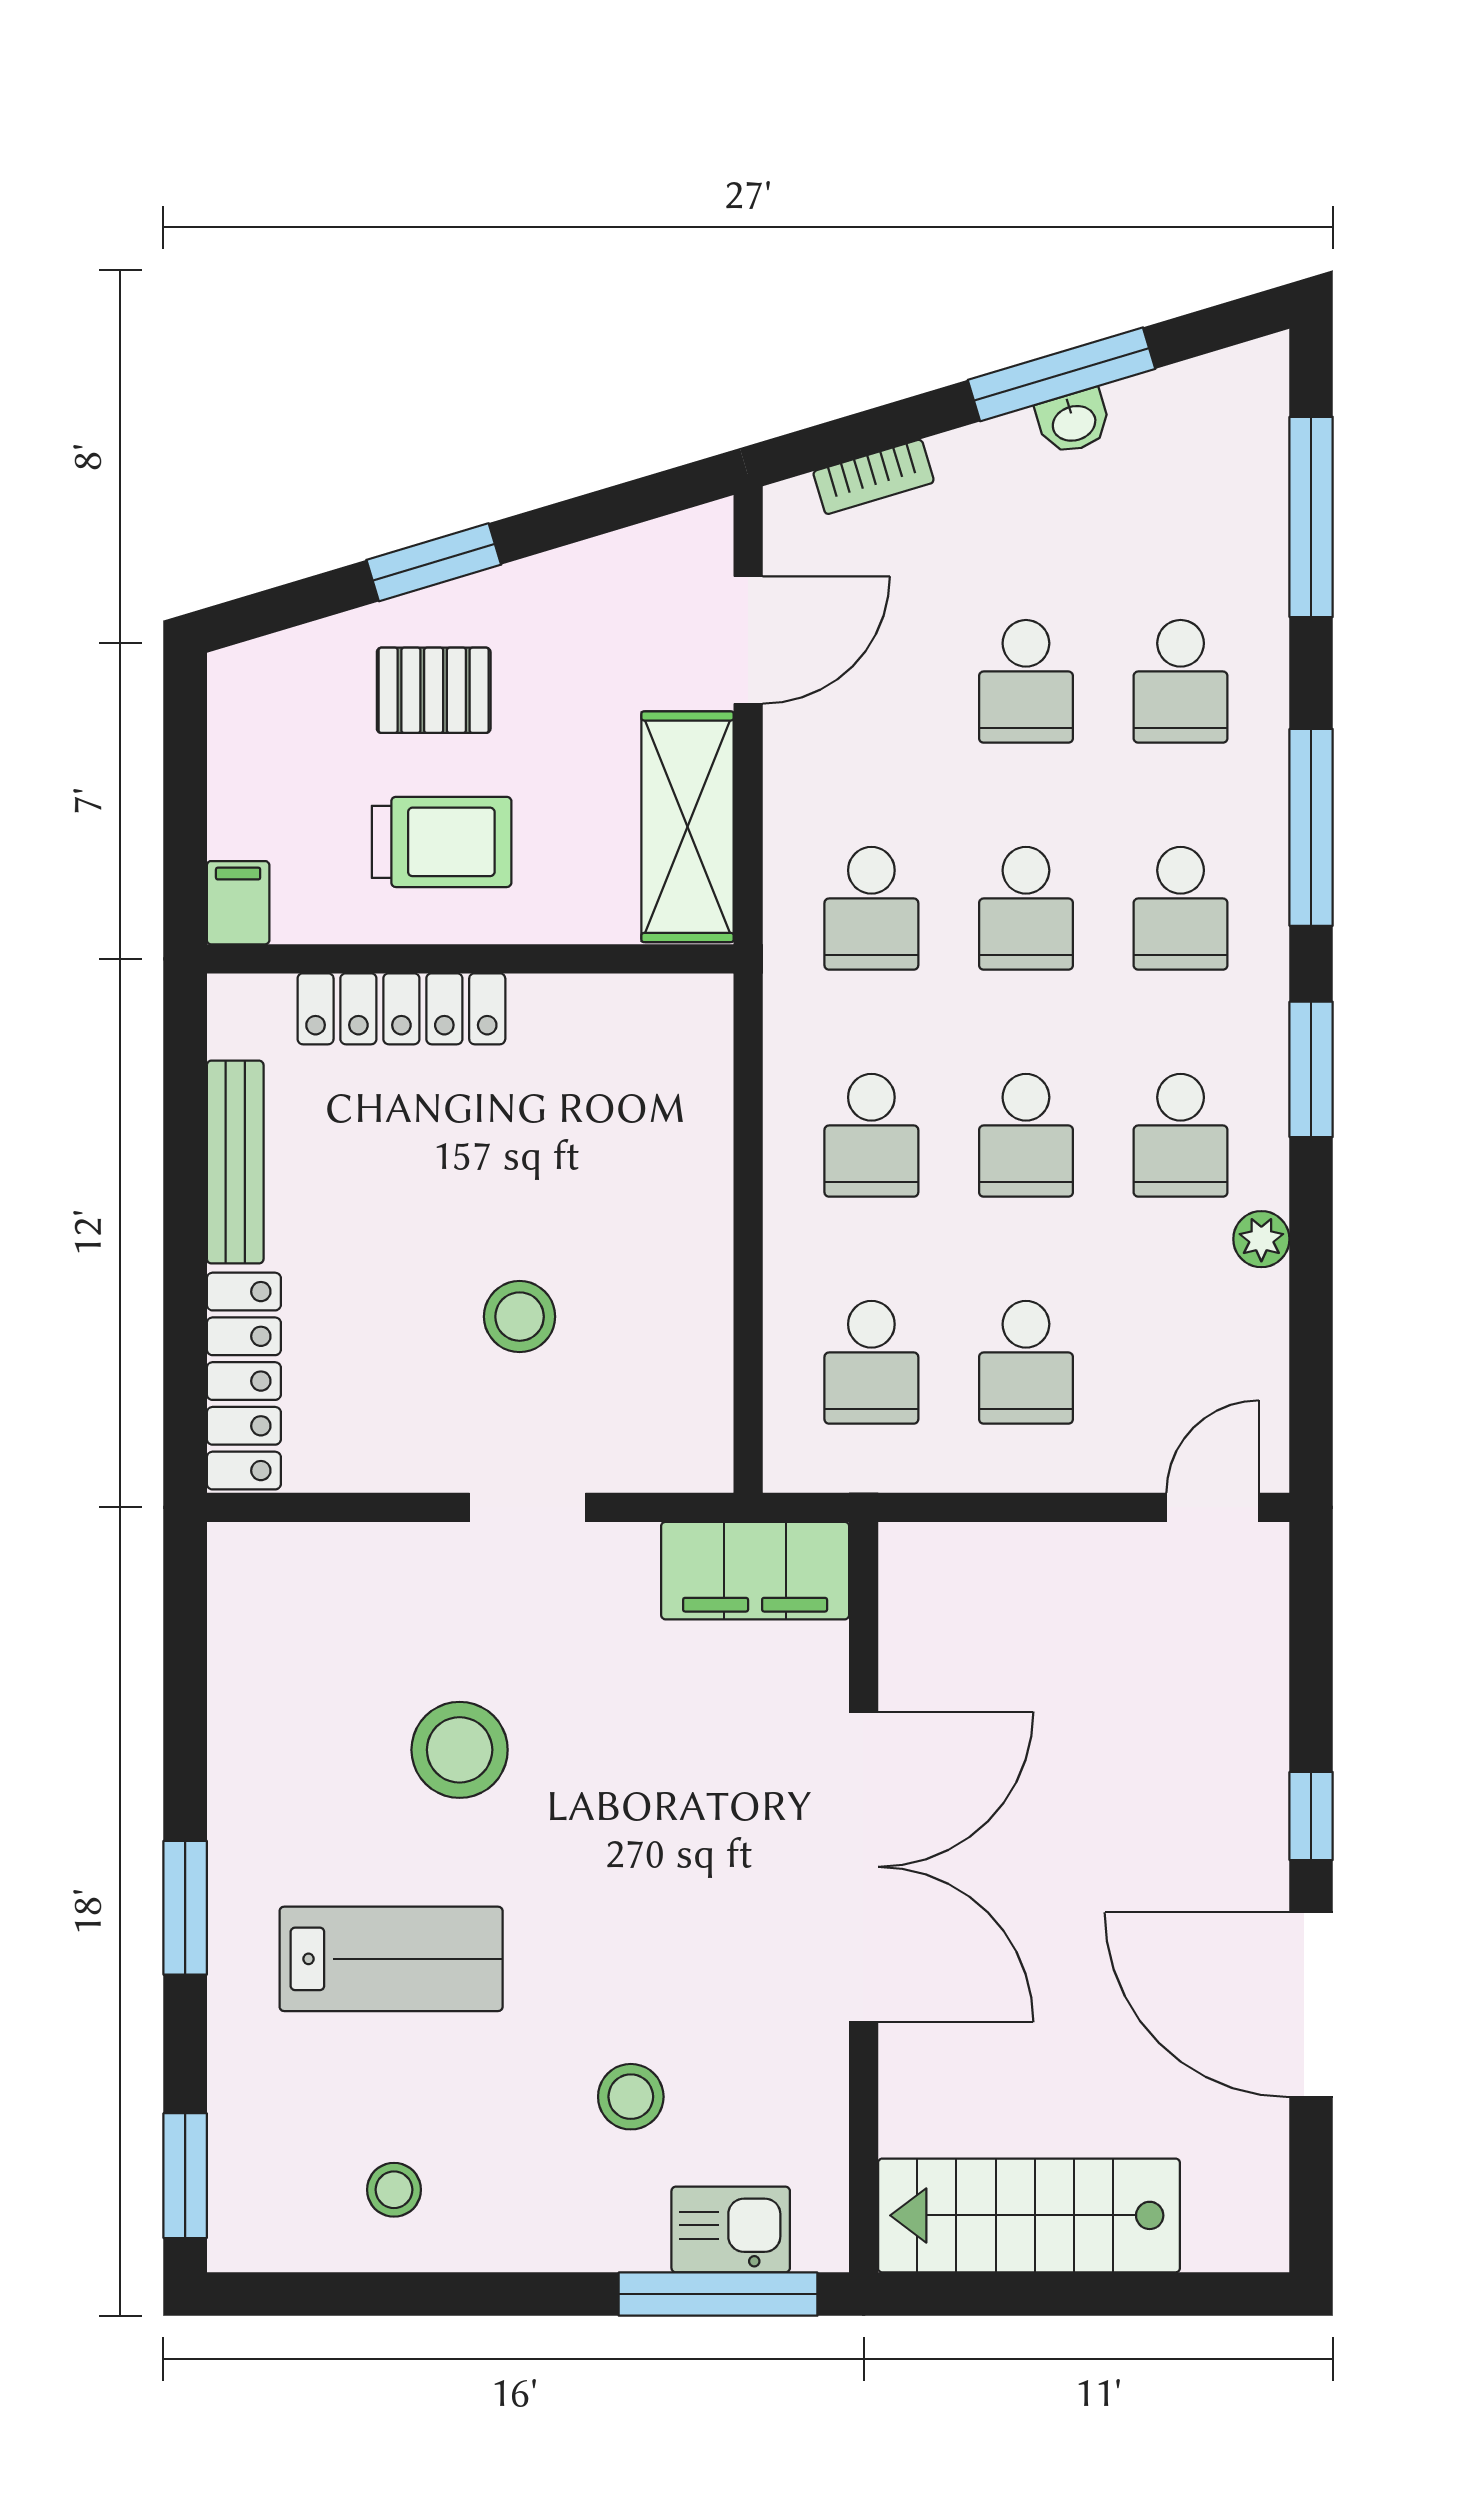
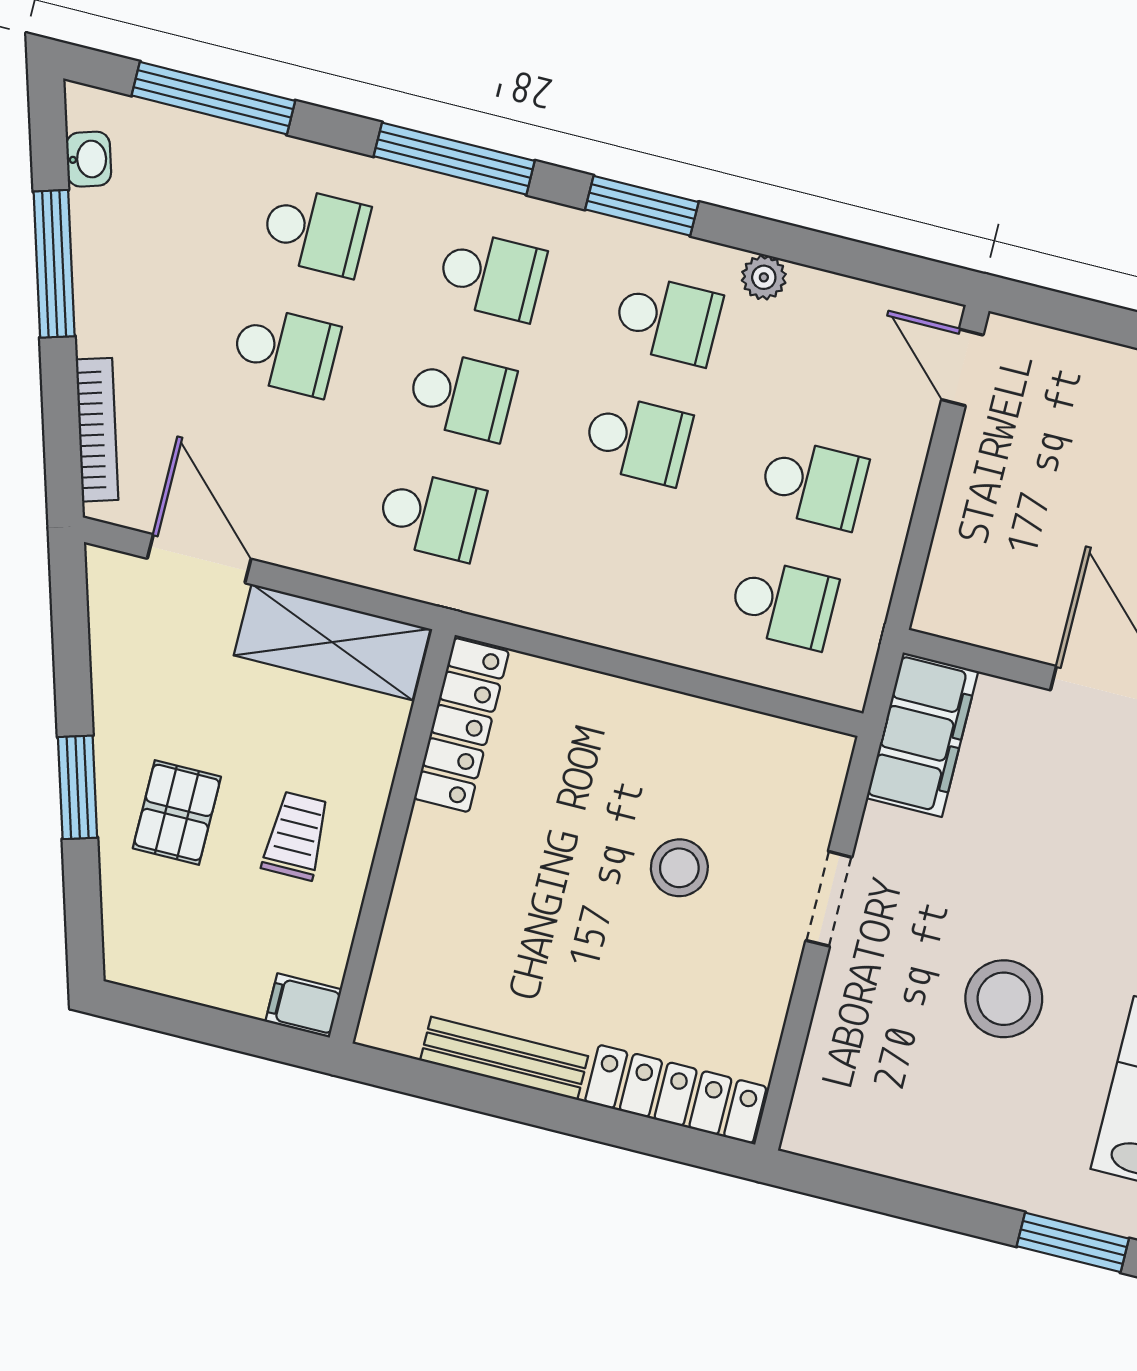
washbasin: (1074, 422) -> (89, 159), moved
bookcase: (874, 477) -> (97, 430), width x1.56
trolley: (442, 842) -> (296, 836), width x0.73, depth x0.72
locker: (401, 1009) -> (461, 725), moved
school desk: (871, 1135) -> (607, 560), removed

